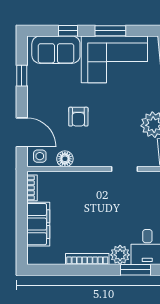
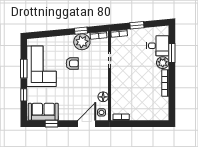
sofa: (56, 50) -> (43, 112), moved, turned -90
armchair: (78, 117) -> (72, 63), moved
filing cabinet: (38, 224) -> (144, 113), removed

